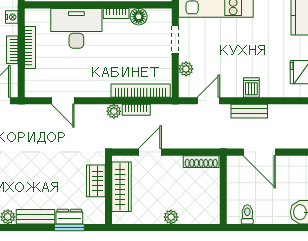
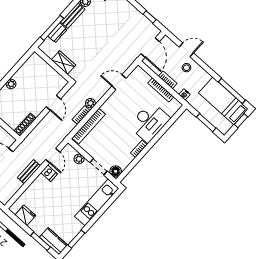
floor lamp: (139, 17) -> (116, 171), moved
dishwasher: (251, 87) -> (49, 173), moved
wardrobe: (122, 187) -> (49, 73), removed
window: (69, 227) -> (52, 28), width x1.44

